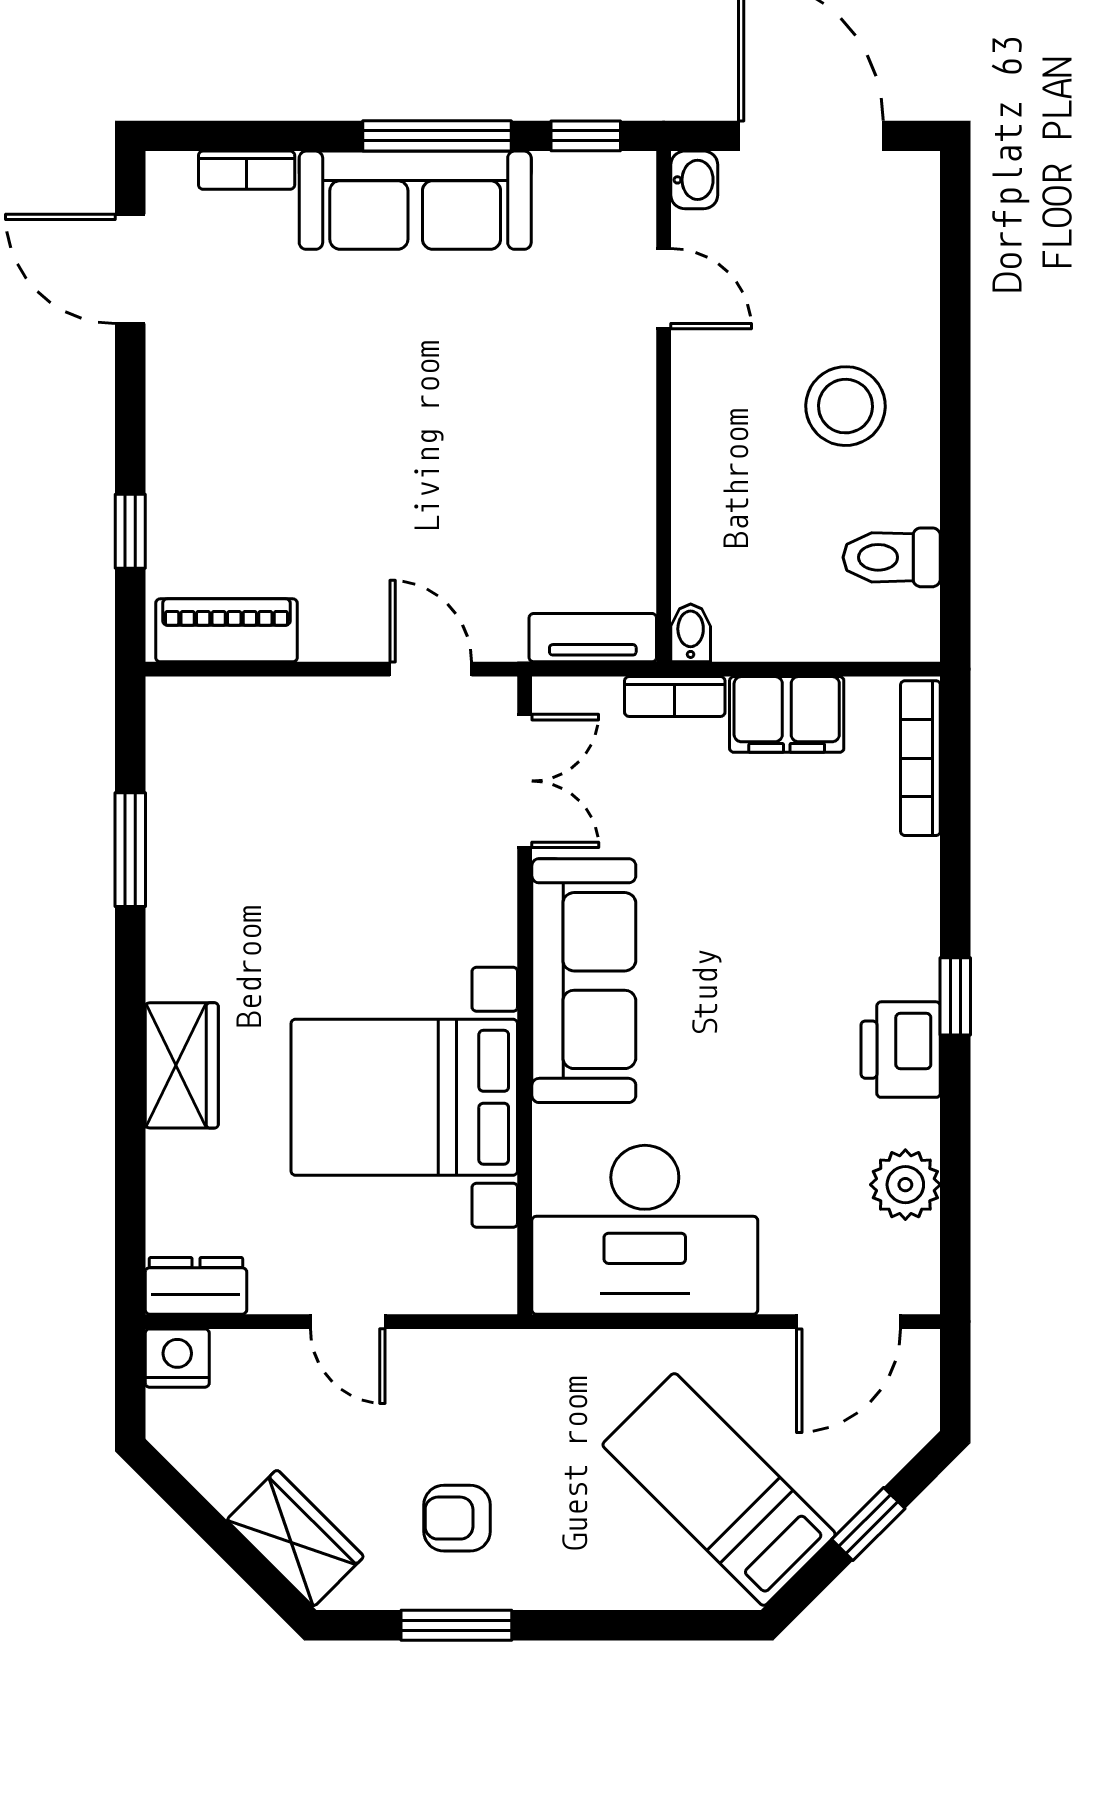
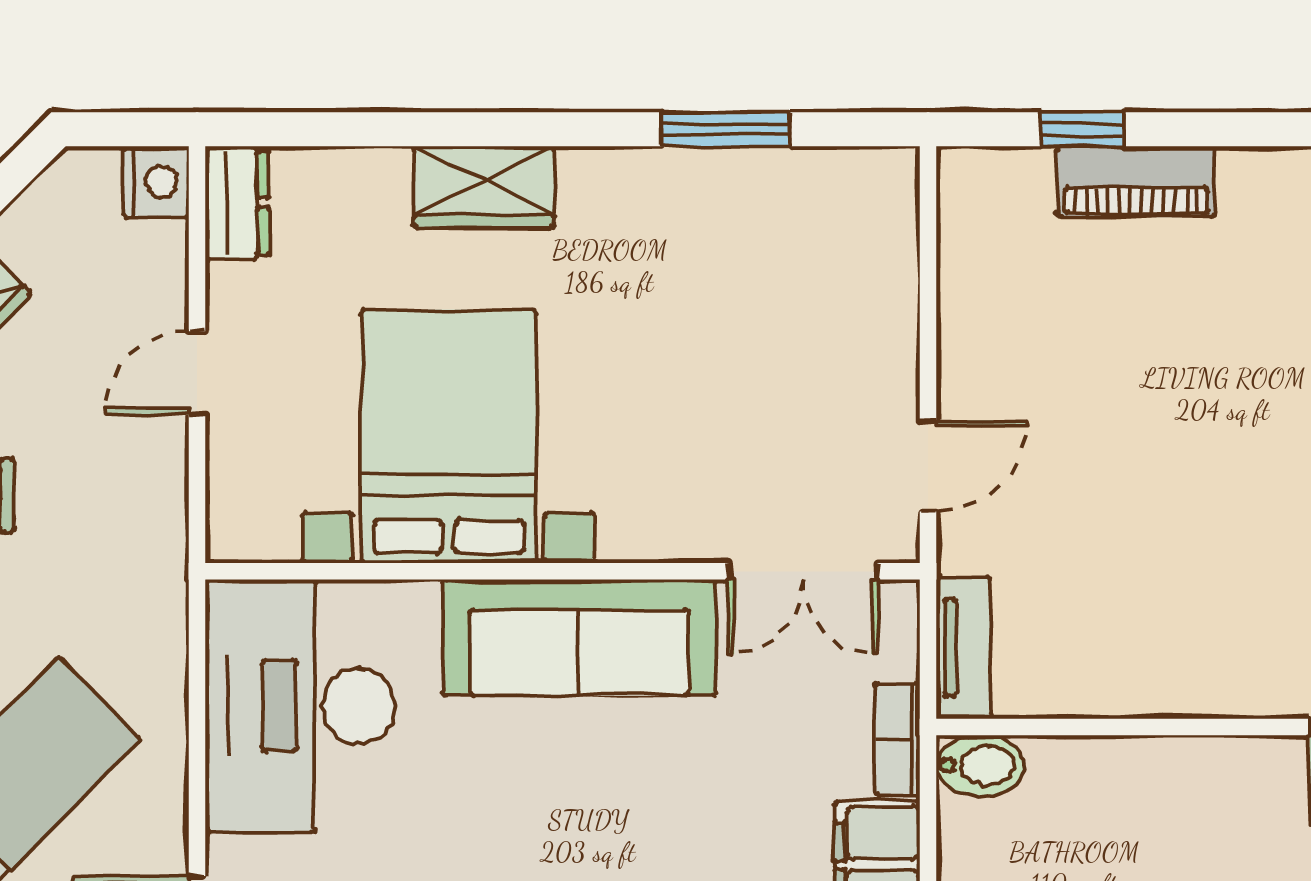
piano: (226, 630) -> (1136, 182), moved, turned 90
bidet: (691, 633) -> (980, 766), width x1.38, depth x1.36

